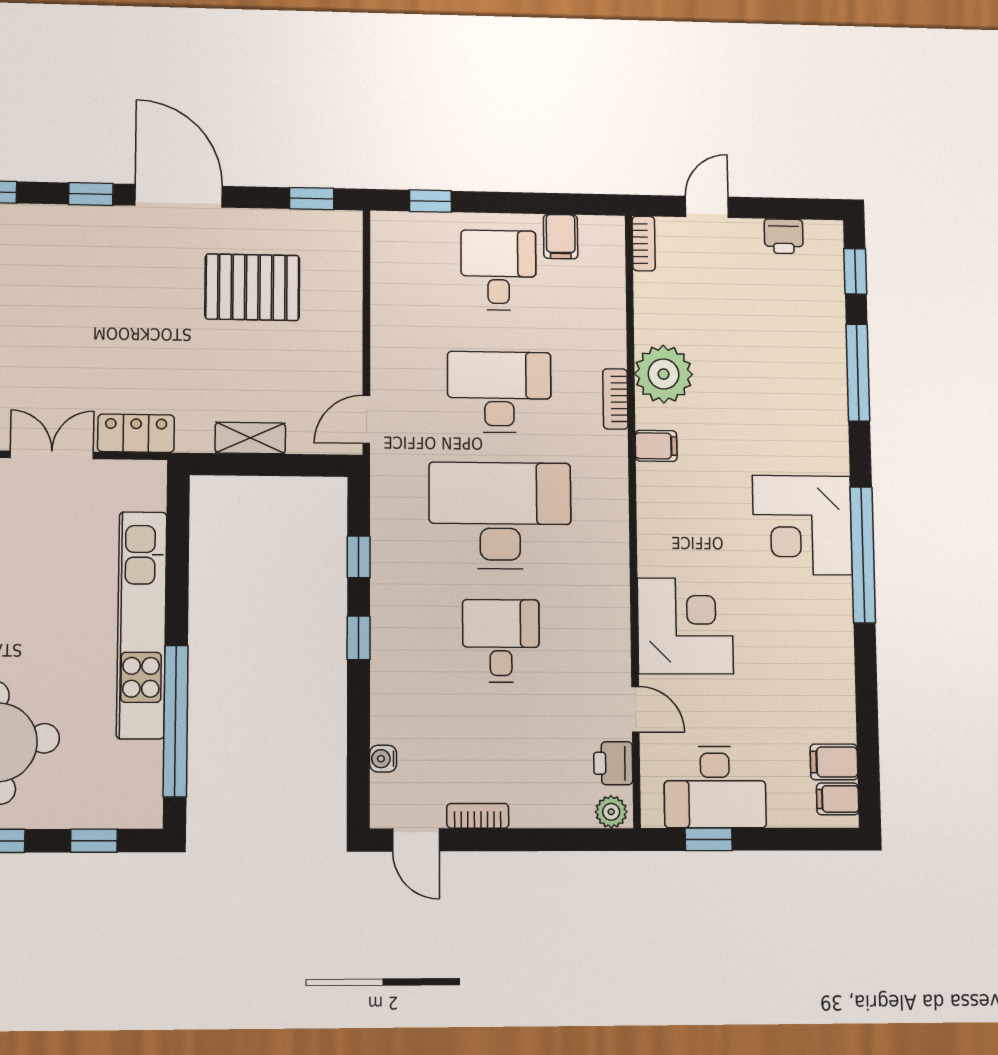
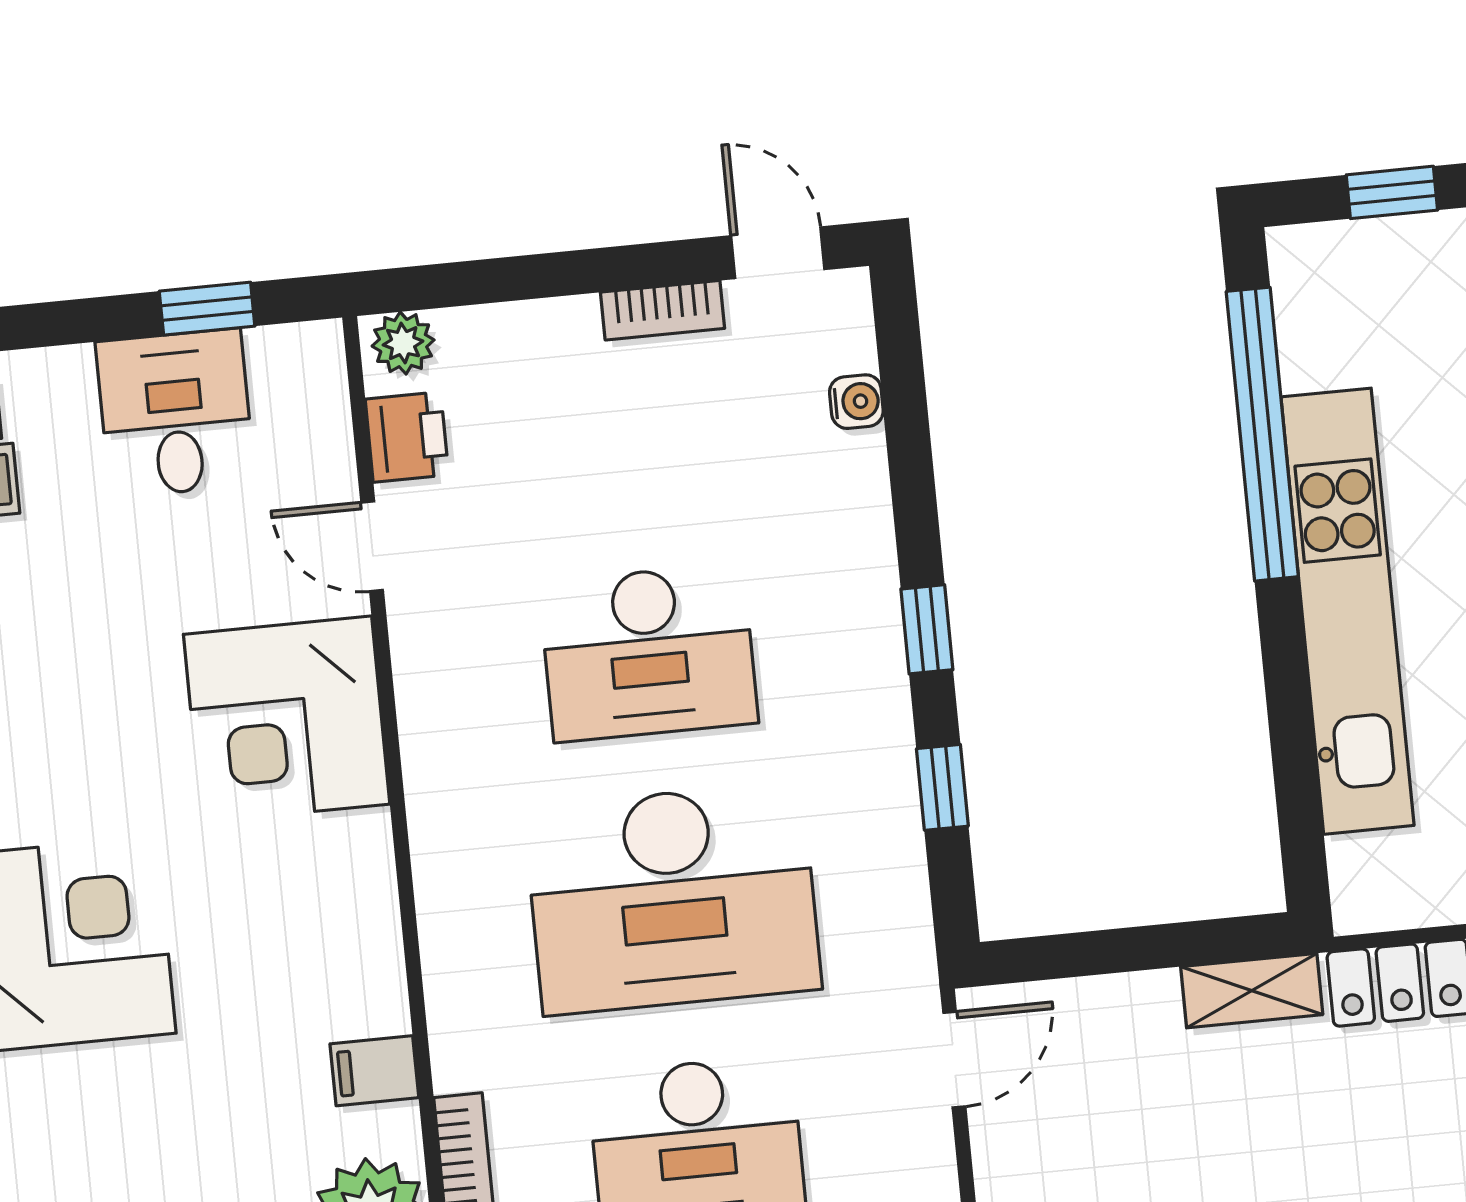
shelving: (250, 438) -> (1252, 991), moved
desk: (501, 641) -> (648, 653), width x1.37
desk: (715, 787) -> (175, 413), width x0.73

